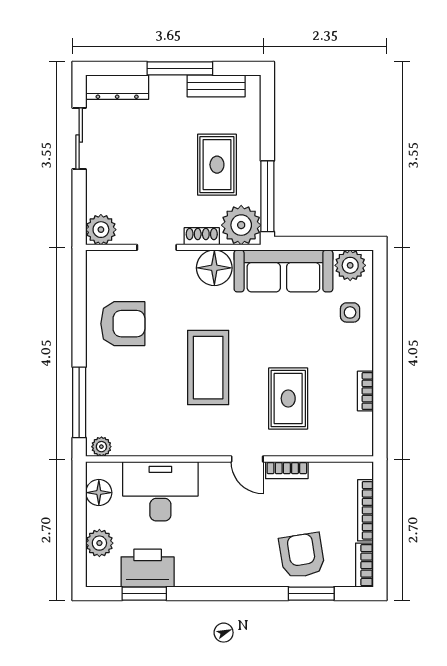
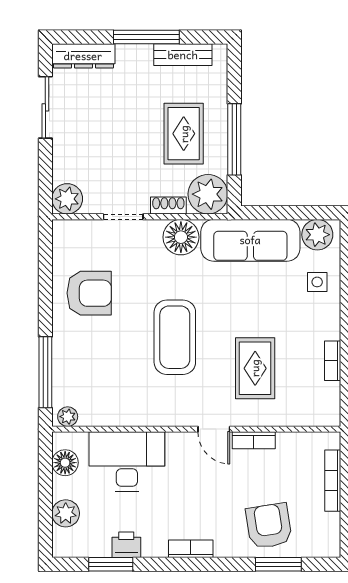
window: (267, 196) -> (234, 139), moved
bookcase: (364, 565) -> (191, 549), moved, turned 90
printer: (148, 568) -> (126, 545), width x0.53, depth x0.68

